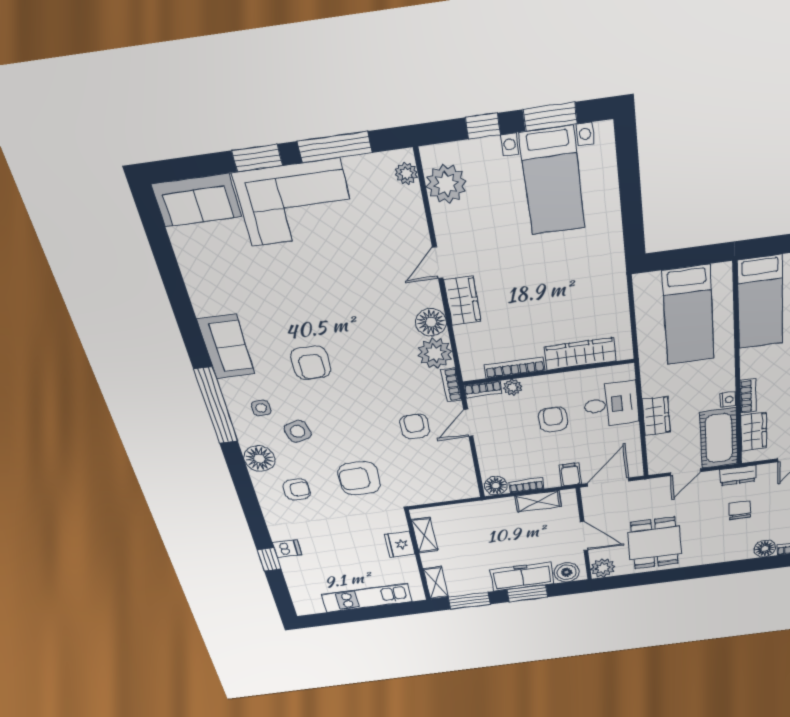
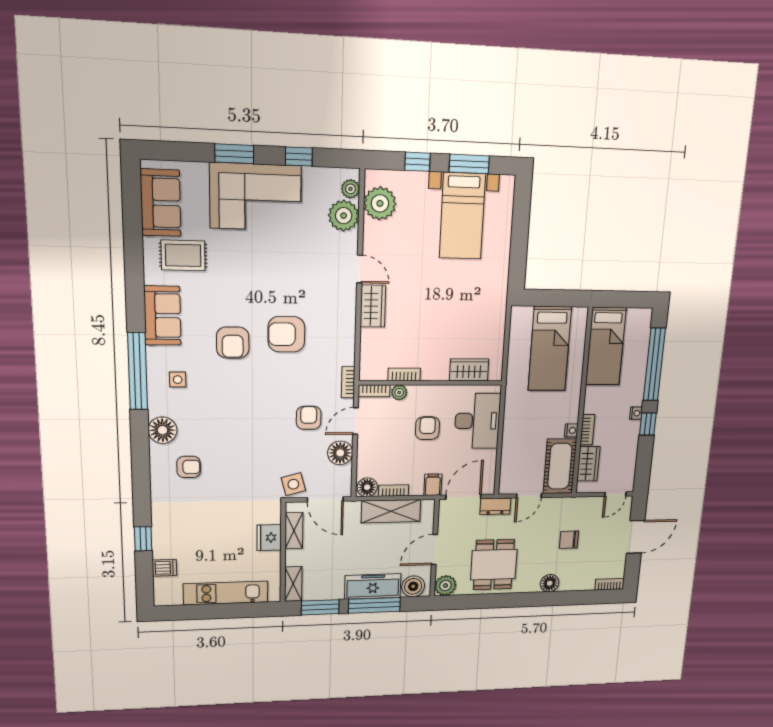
window: (335, 147) -> (299, 157), width x0.46
sofa: (197, 200) -> (161, 203), moved, turned -90
door: (438, 263) -> (360, 269), swing flipped
rug: (230, 281) -> (183, 255), added
floor lamp: (431, 322) -> (340, 453), moved
plant: (435, 353) -> (344, 216), moved
wardrobe: (580, 354) -> (469, 370), width x0.67
bookcase: (515, 368) -> (404, 374), width x0.64
desk: (611, 404) -> (477, 421), width x1.37
wardrobe: (656, 416) -> (512, 437), removed
side table: (298, 431) -> (293, 484), moved
dresser: (738, 475) -> (495, 506), moved
armchair: (359, 478) -> (286, 334), moved
shelving: (538, 501) -> (391, 511), width x1.50, depth x1.33
door: (452, 502) -> (325, 499), added
chair: (740, 510) -> (569, 540), turned -90
door: (584, 536) -> (435, 550), swing flipped
dishwasher: (287, 549) -> (164, 568), moved
floor lamp: (765, 549) -> (550, 583), moved
window: (527, 593) -> (374, 605), width x1.44

